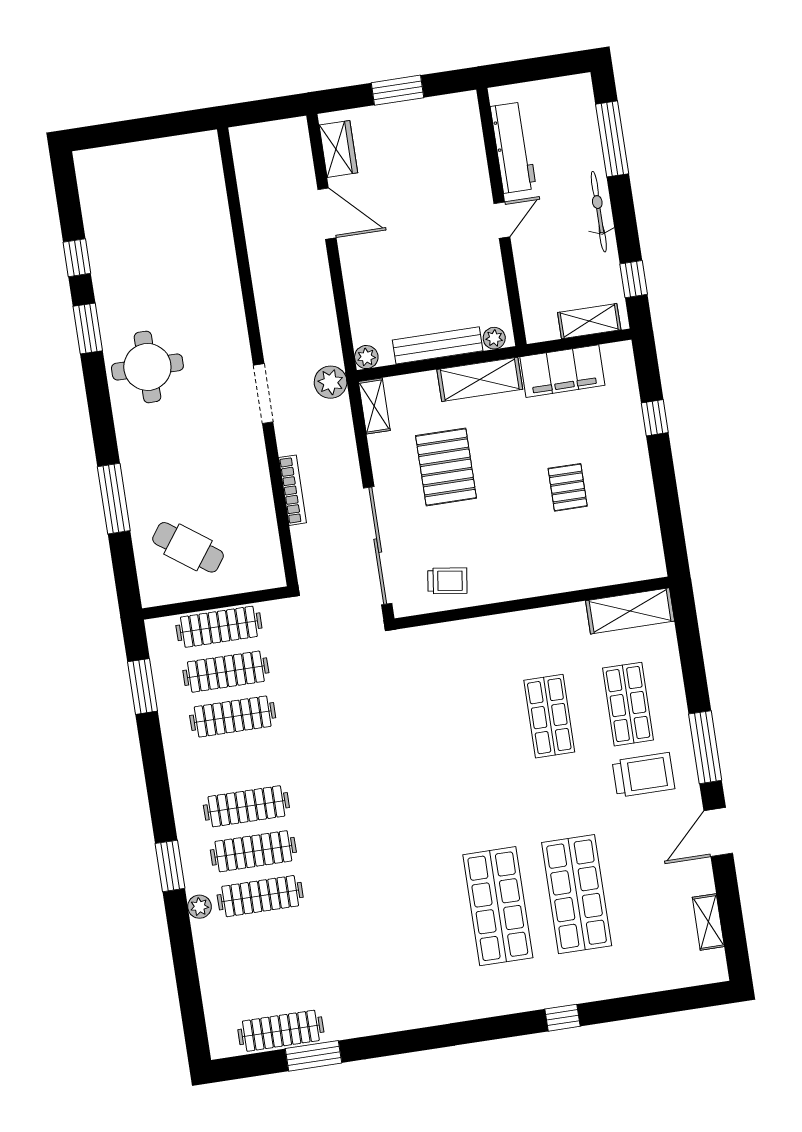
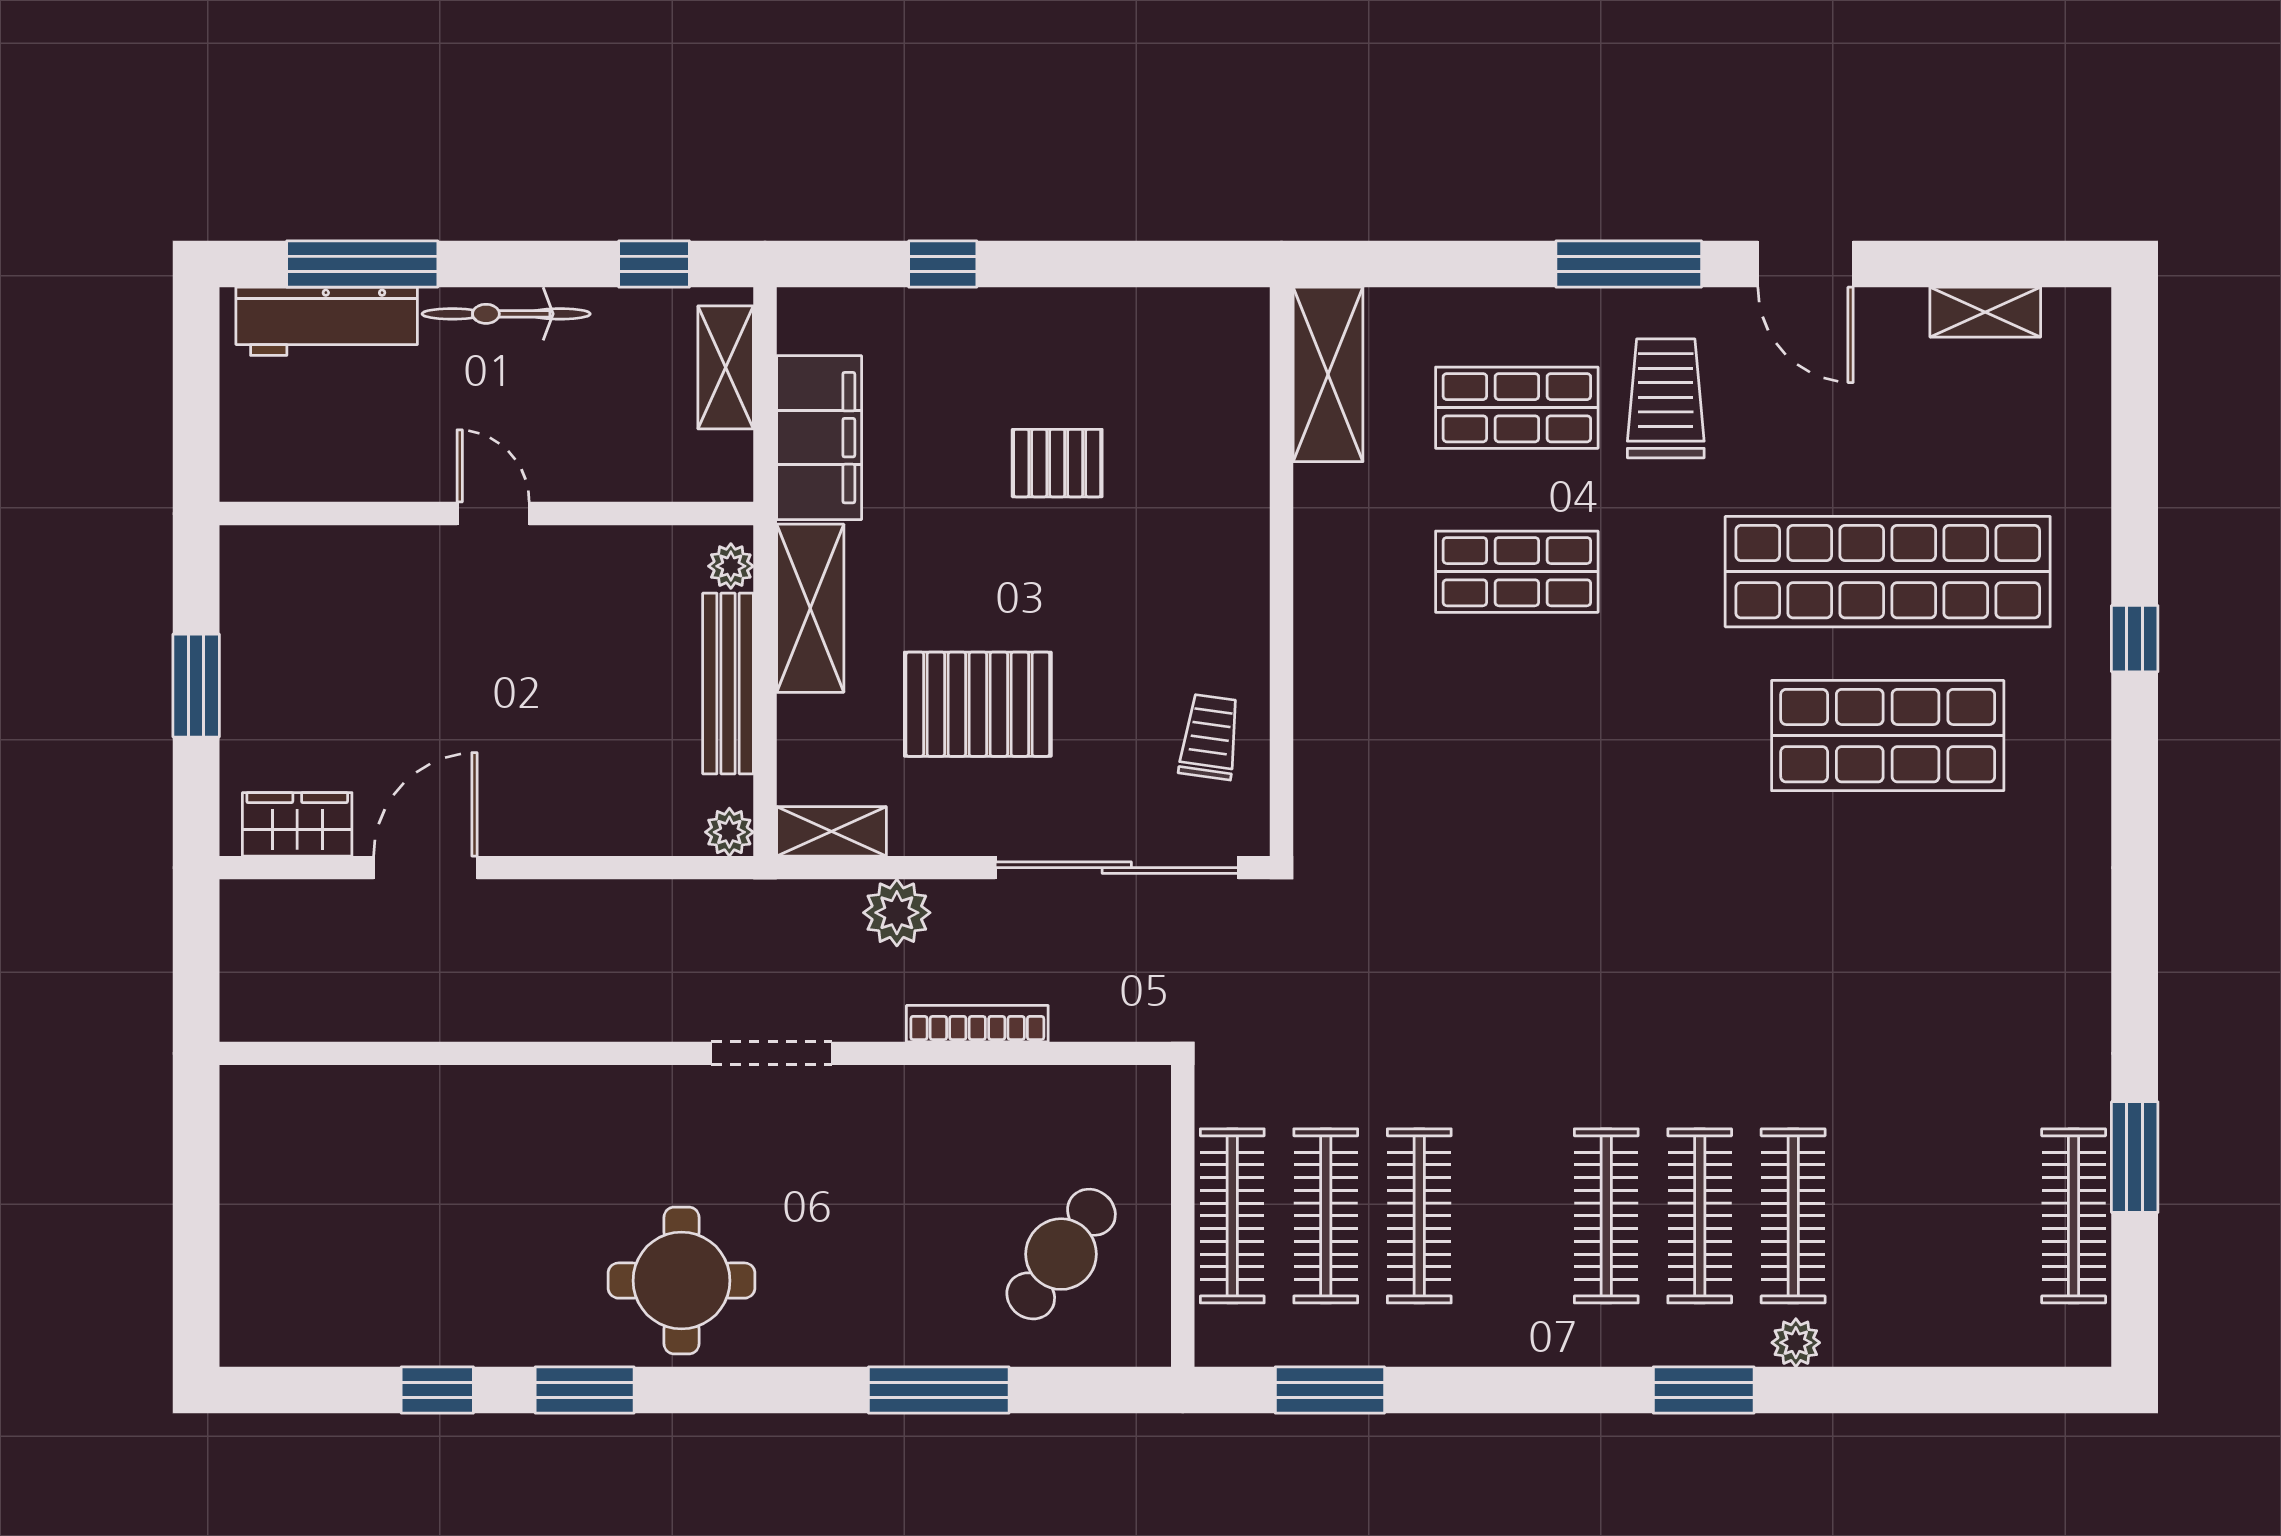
workbench: (513, 148) -> (327, 321), moved, turned 180
plant: (331, 382) -> (897, 913), moved
shop shelf: (577, 894) -> (1888, 572), width x1.40

